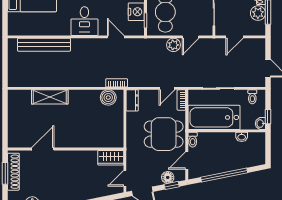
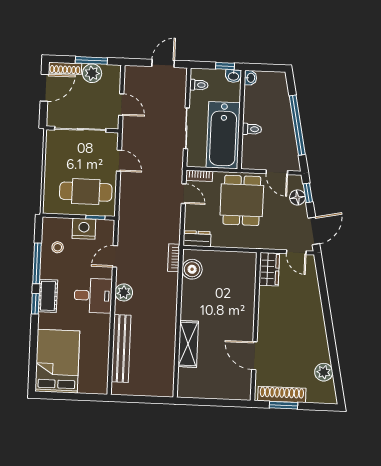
plant: (173, 45) -> (124, 292), moved
washbasin: (242, 137) -> (251, 78), moved
toilet: (193, 140) -> (252, 129), moved

